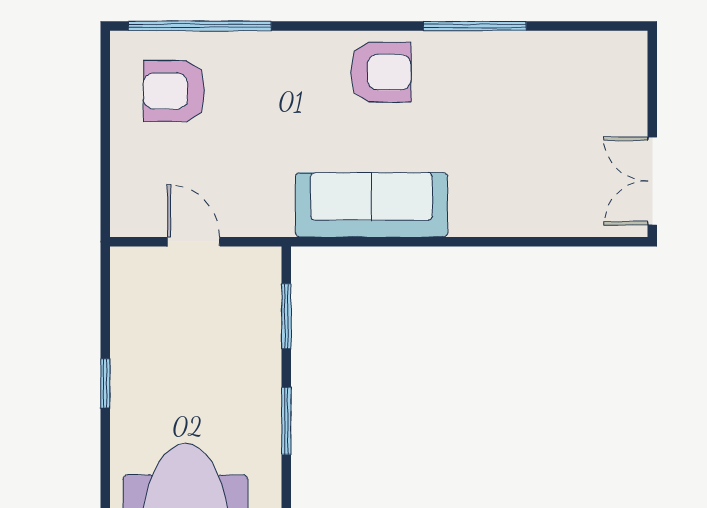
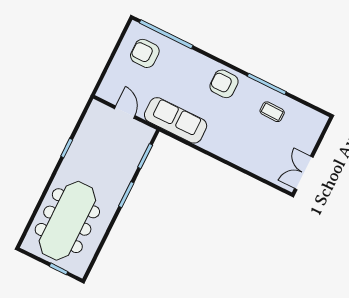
armchair: (381, 72) -> (224, 84), turned 180
coffee table: (517, 81) -> (272, 112), added
sofa: (371, 205) -> (176, 120), moved

